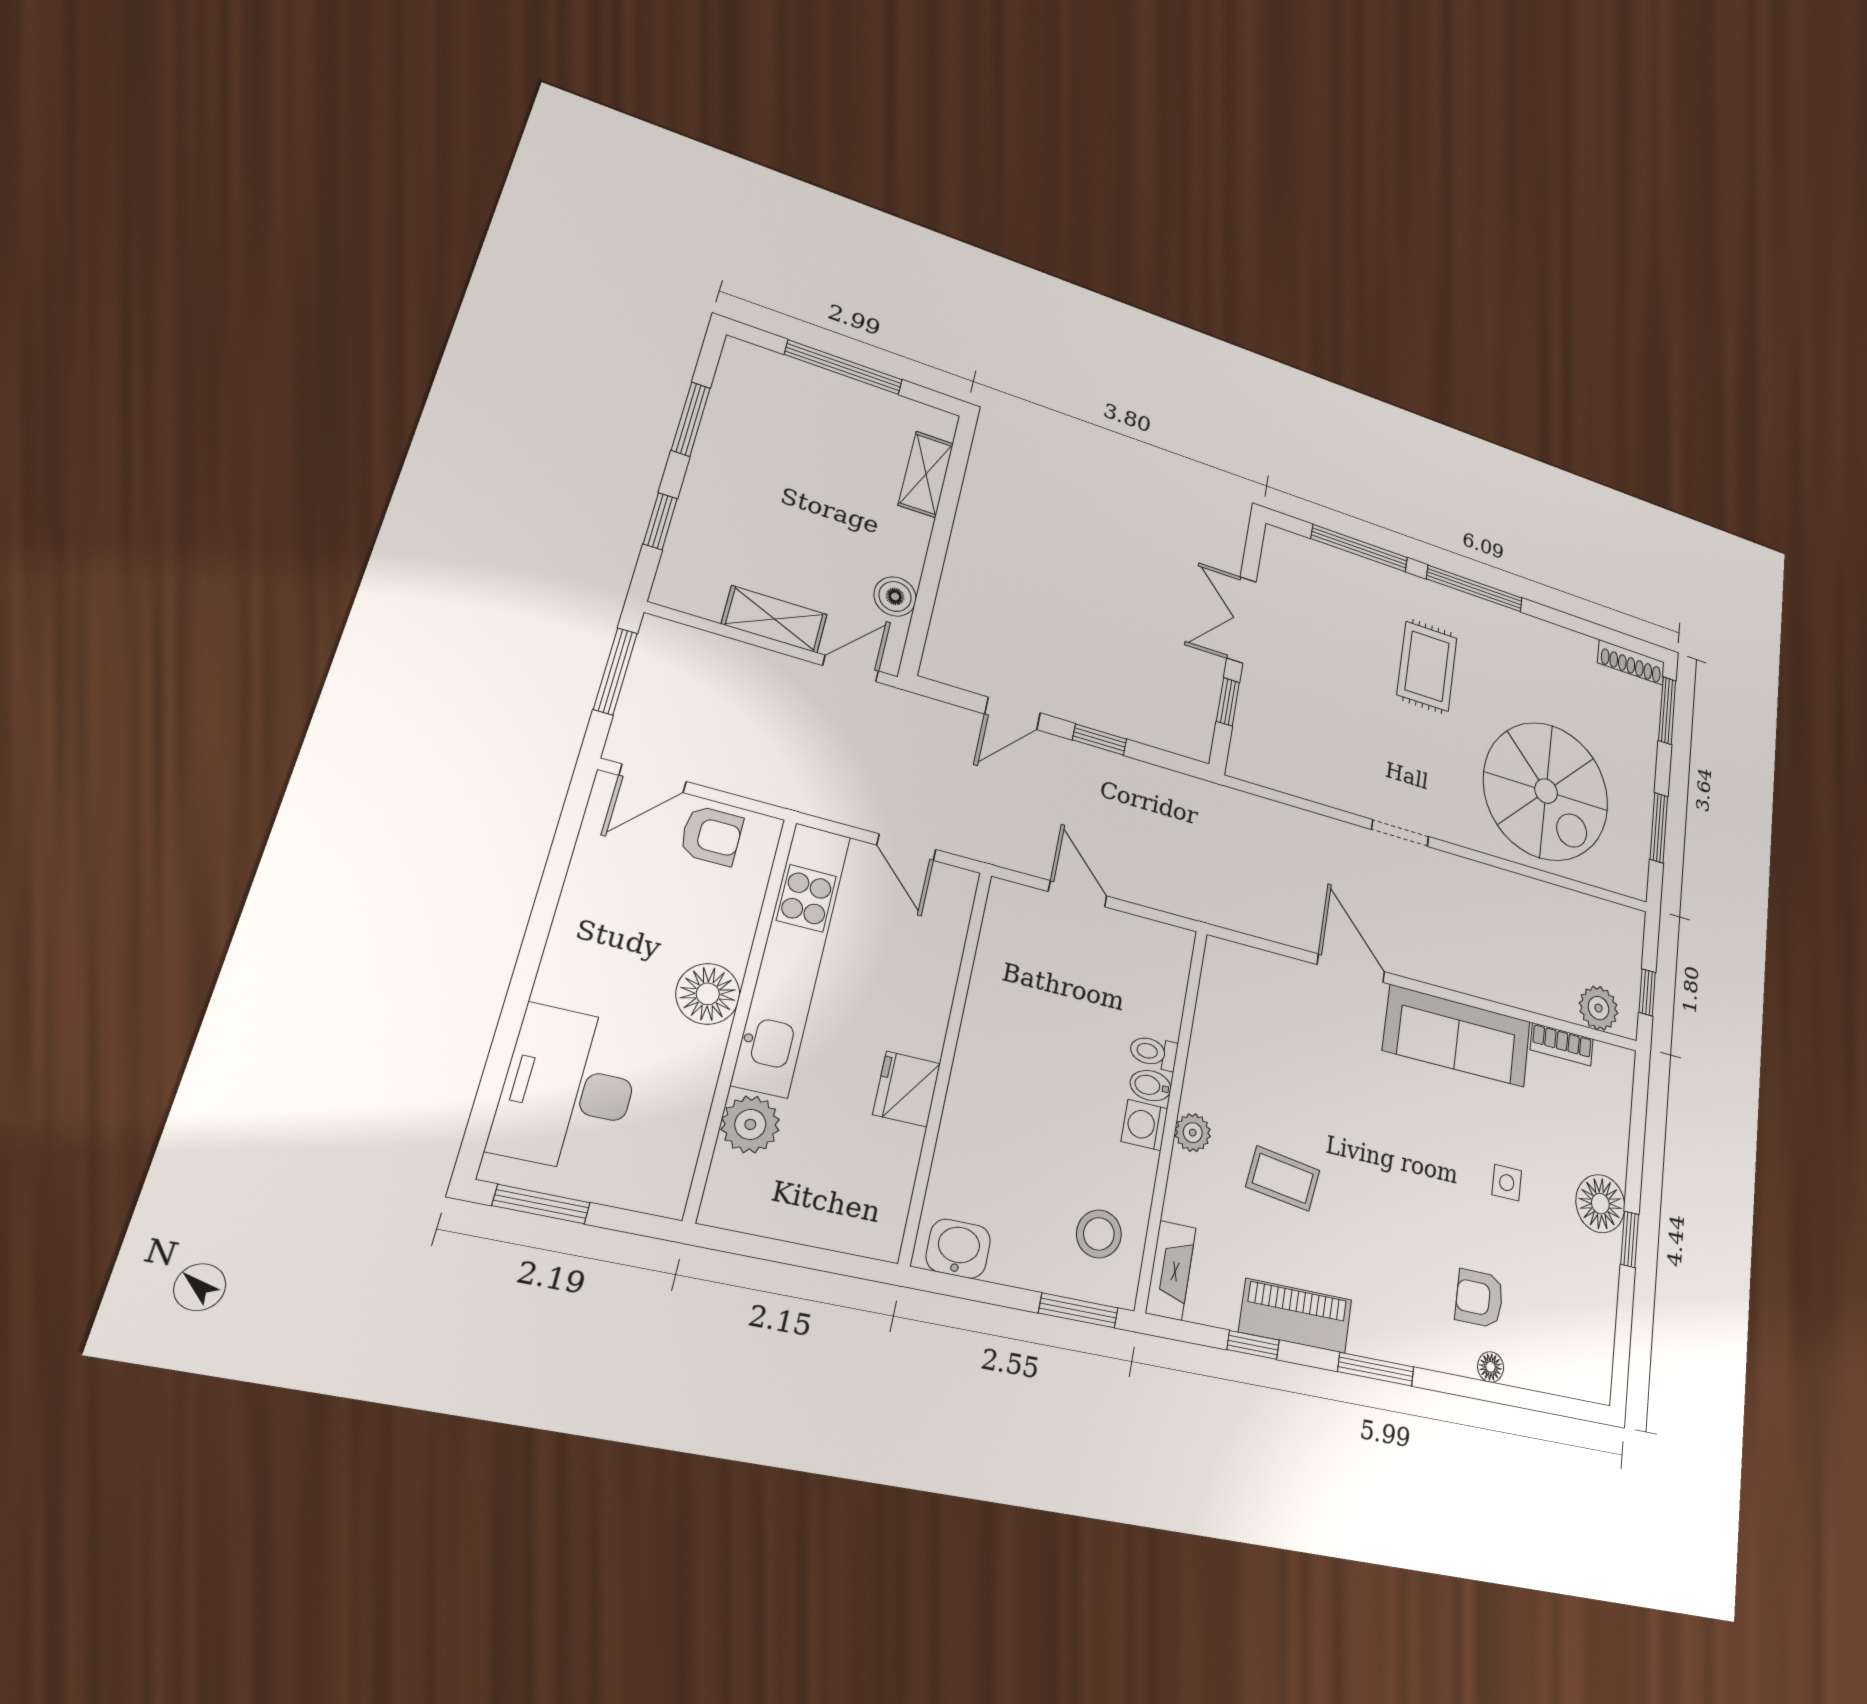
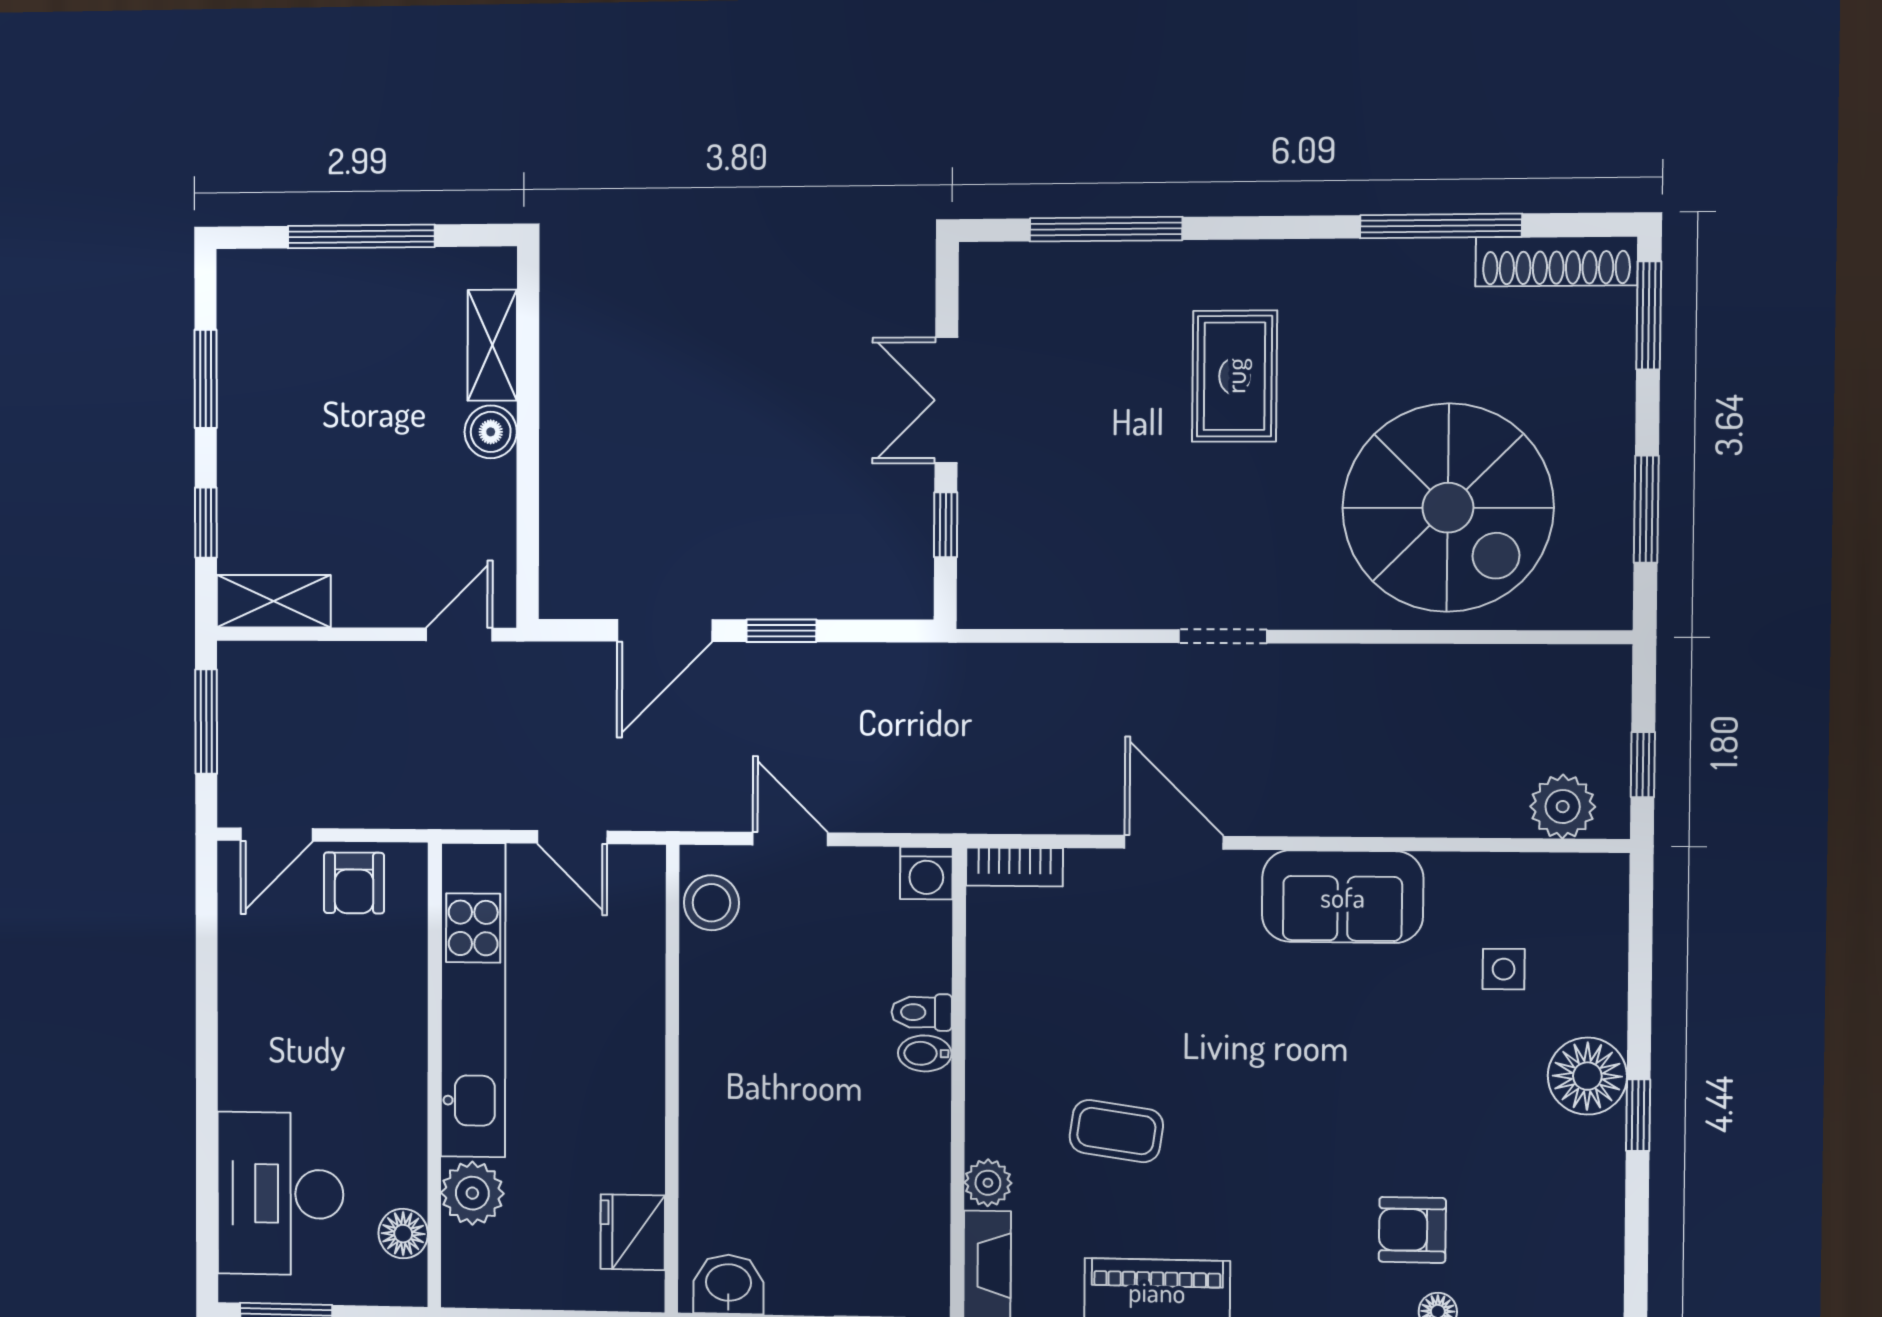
window: (1475, 589) -> (1441, 226), moved
boiler: (895, 596) -> (491, 432), moved
shelving: (775, 619) -> (274, 601), moved
shoe rack: (1631, 662) -> (1557, 261), width x1.36, depth x1.24
door: (1013, 713) -> (665, 631), width x1.38
armchair: (711, 836) -> (354, 883), turned 90
floor lamp: (708, 994) -> (403, 1234), moved, width x0.73, depth x0.73
sofa: (1457, 1036) -> (1343, 897), width x0.73
bookcase: (1562, 1044) -> (1014, 867), moved
fridge: (907, 1089) -> (633, 1232), moved
washing machine: (1144, 1125) -> (926, 873), moved, turned -90
plant: (1193, 1133) -> (988, 1183), moved
side table: (1507, 1183) -> (1504, 969), moved
stool: (1099, 1234) -> (711, 903), moved

